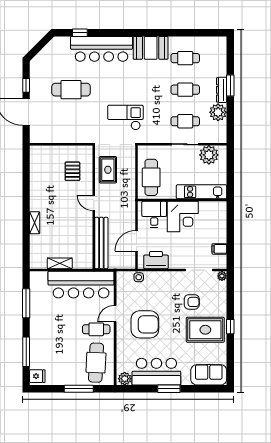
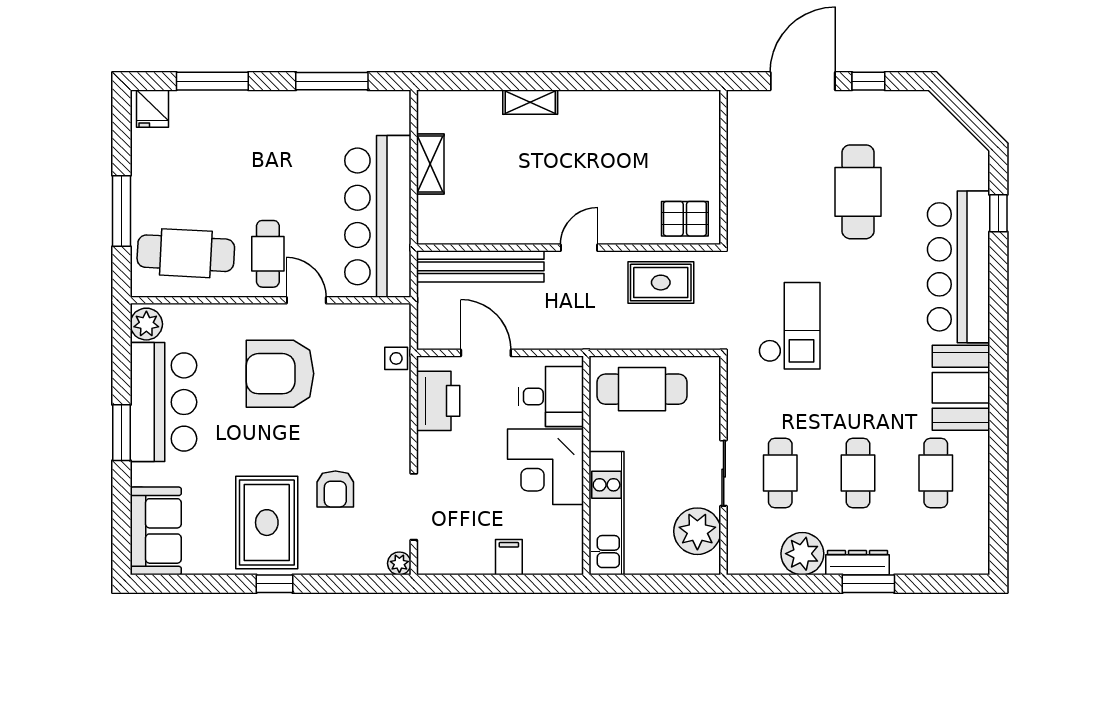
pallet: (72, 171) -> (685, 219), moved
filing cabinet: (219, 249) -> (509, 557), moved
armchair: (145, 324) -> (280, 374), turned 90

